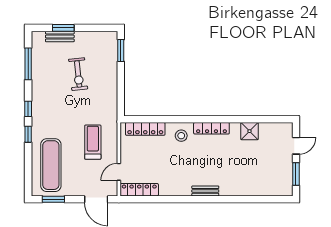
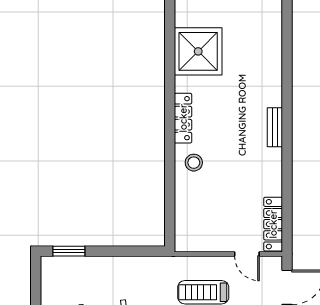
locker: (145, 129) -> (184, 215), removed
shower: (250, 131) -> (198, 51), width x1.86, depth x1.86

